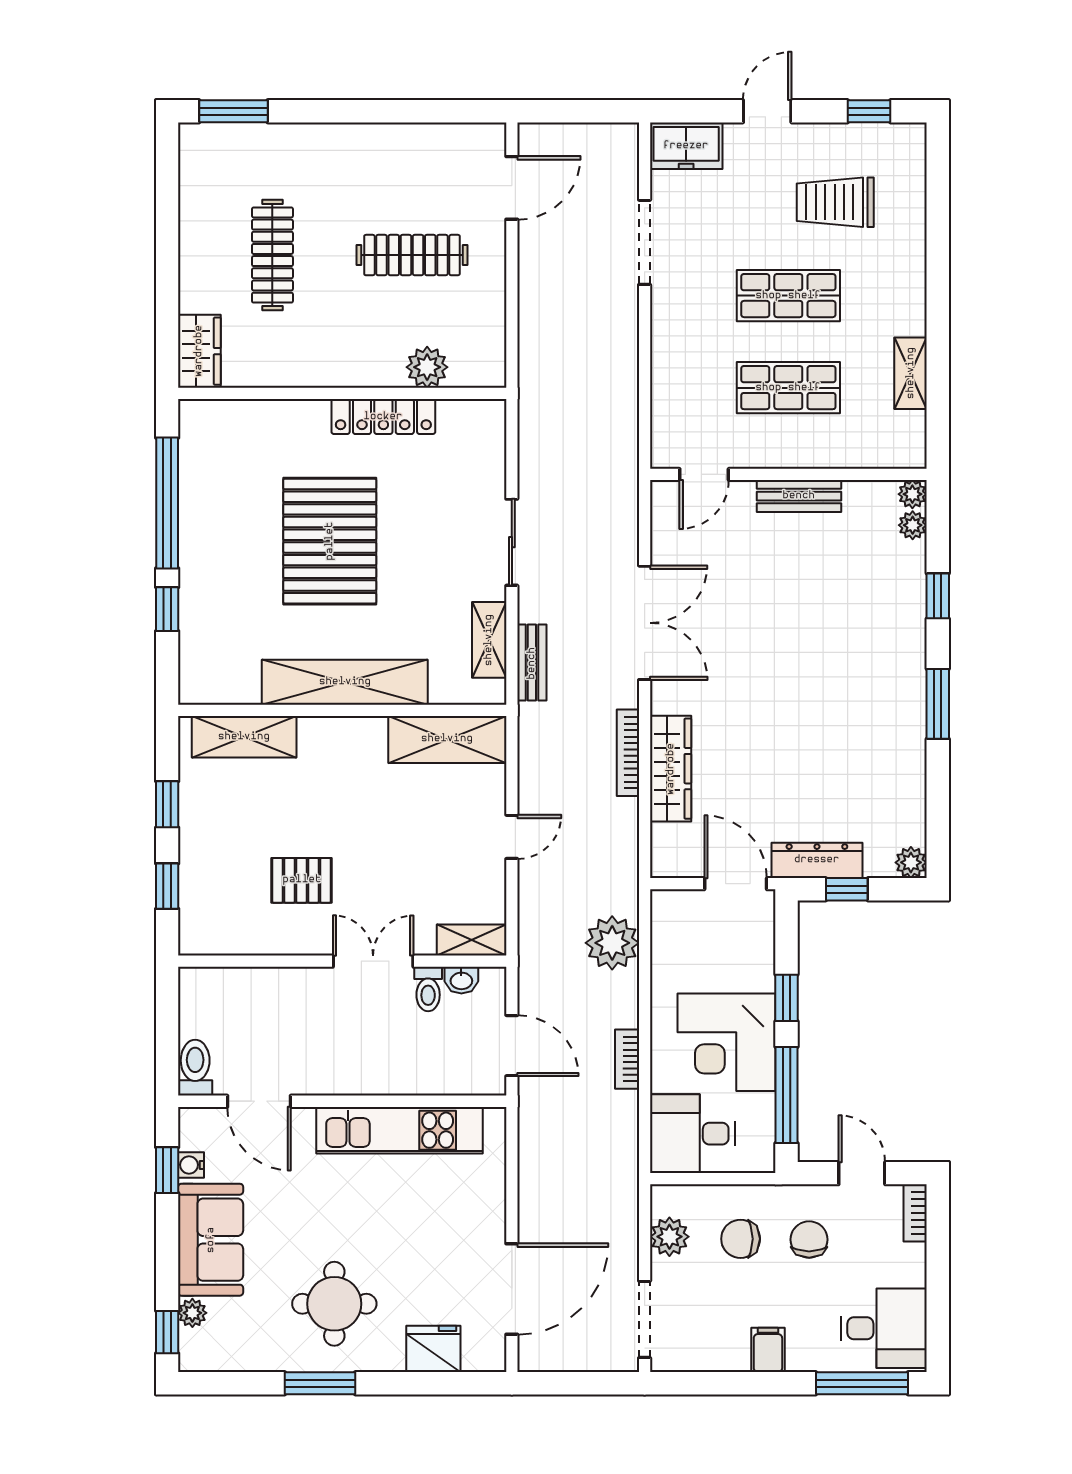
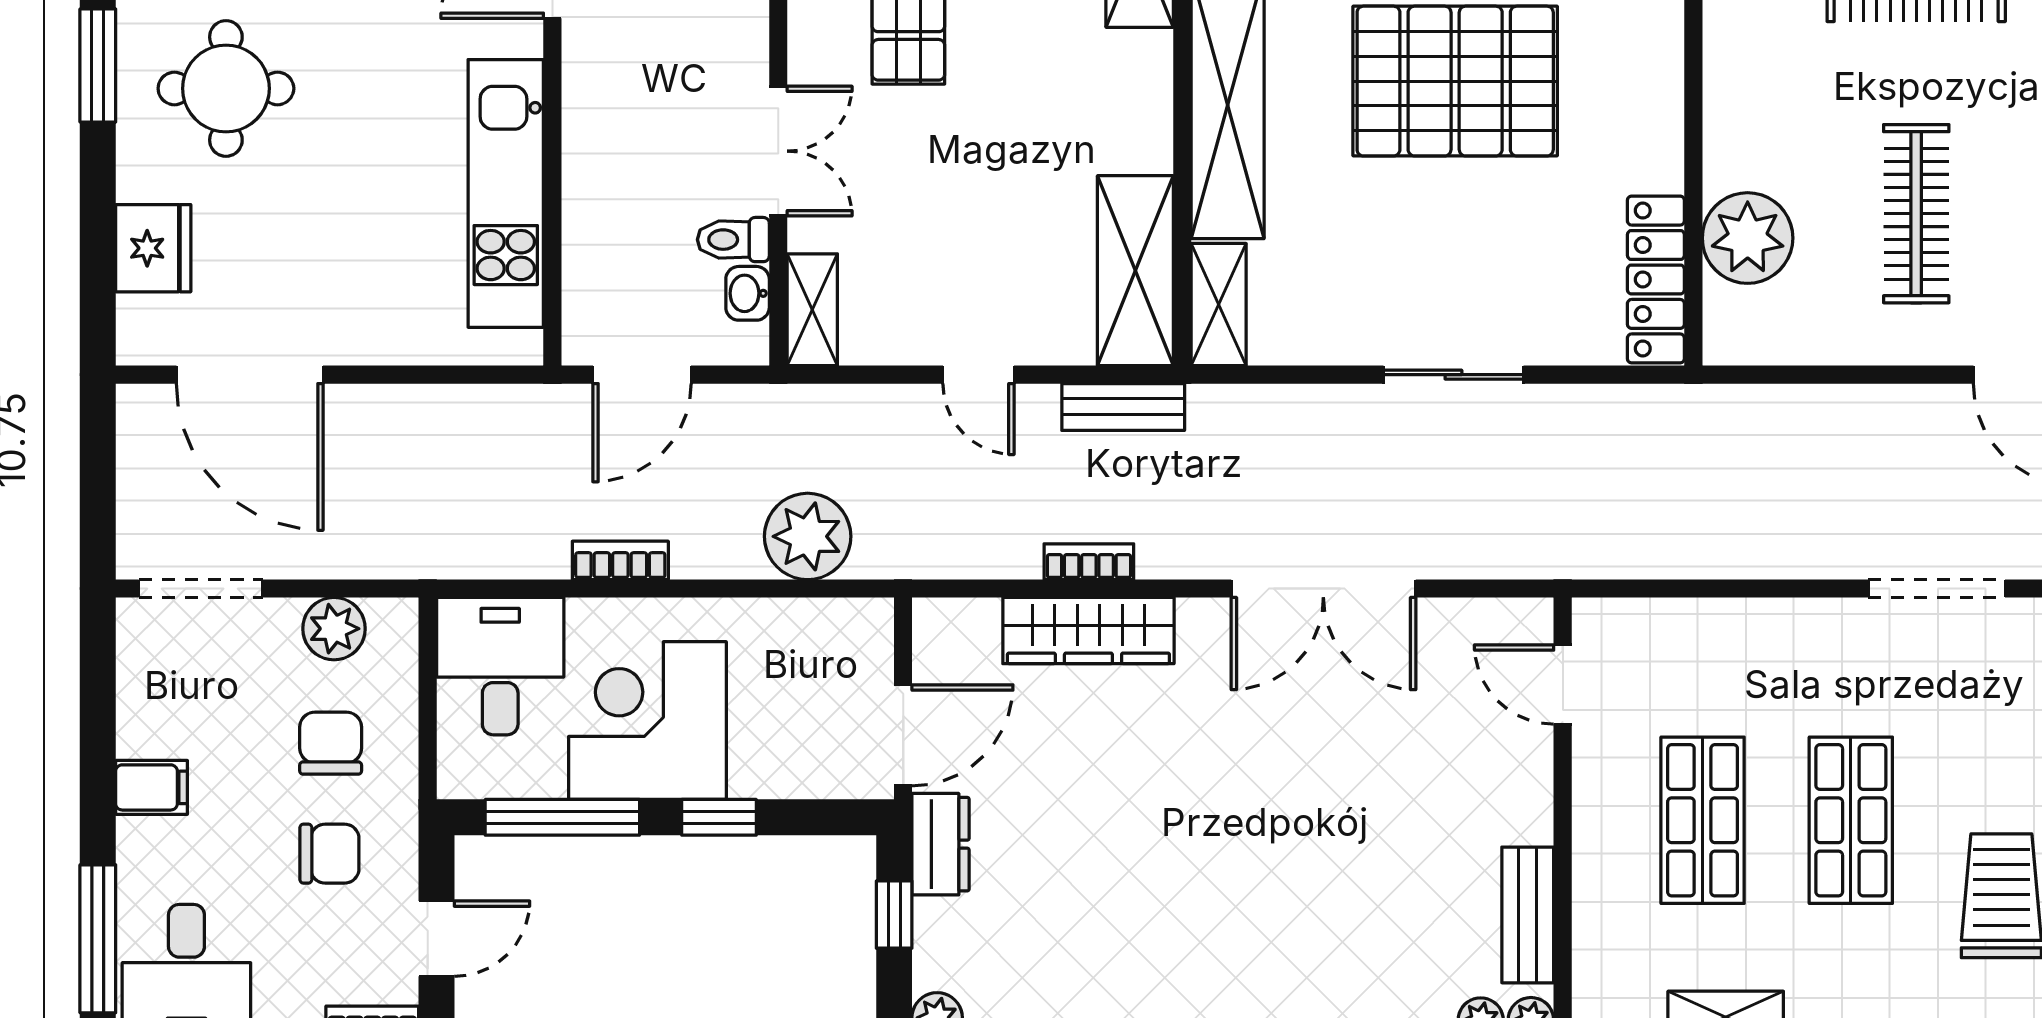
plant: (427, 367) -> (1748, 238), width x1.36, depth x1.36
locker: (383, 417) -> (1656, 279), moved
bench: (799, 496) -> (1528, 915), moved
shelving: (489, 640) -> (1219, 305), moved, turned 90
bench: (532, 663) -> (1123, 407), moved
bookcase: (628, 753) -> (1089, 562), width x0.64
dresser: (817, 860) -> (940, 844), width x0.70

